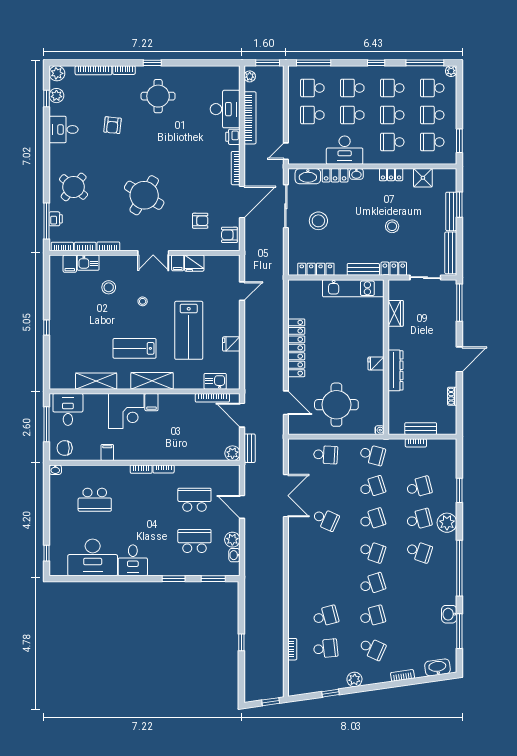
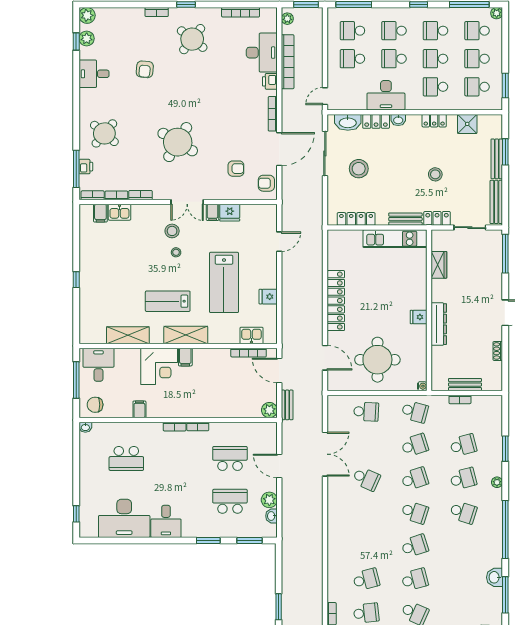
bookcase: (93, 70) -> (241, 12), moved
round table: (158, 96) -> (192, 39), turned 38
stool: (109, 287) -> (172, 231), moved
plant: (447, 523) -> (497, 482), width x0.53, depth x0.53
window: (241, 642) -> (279, 607), width x1.50

